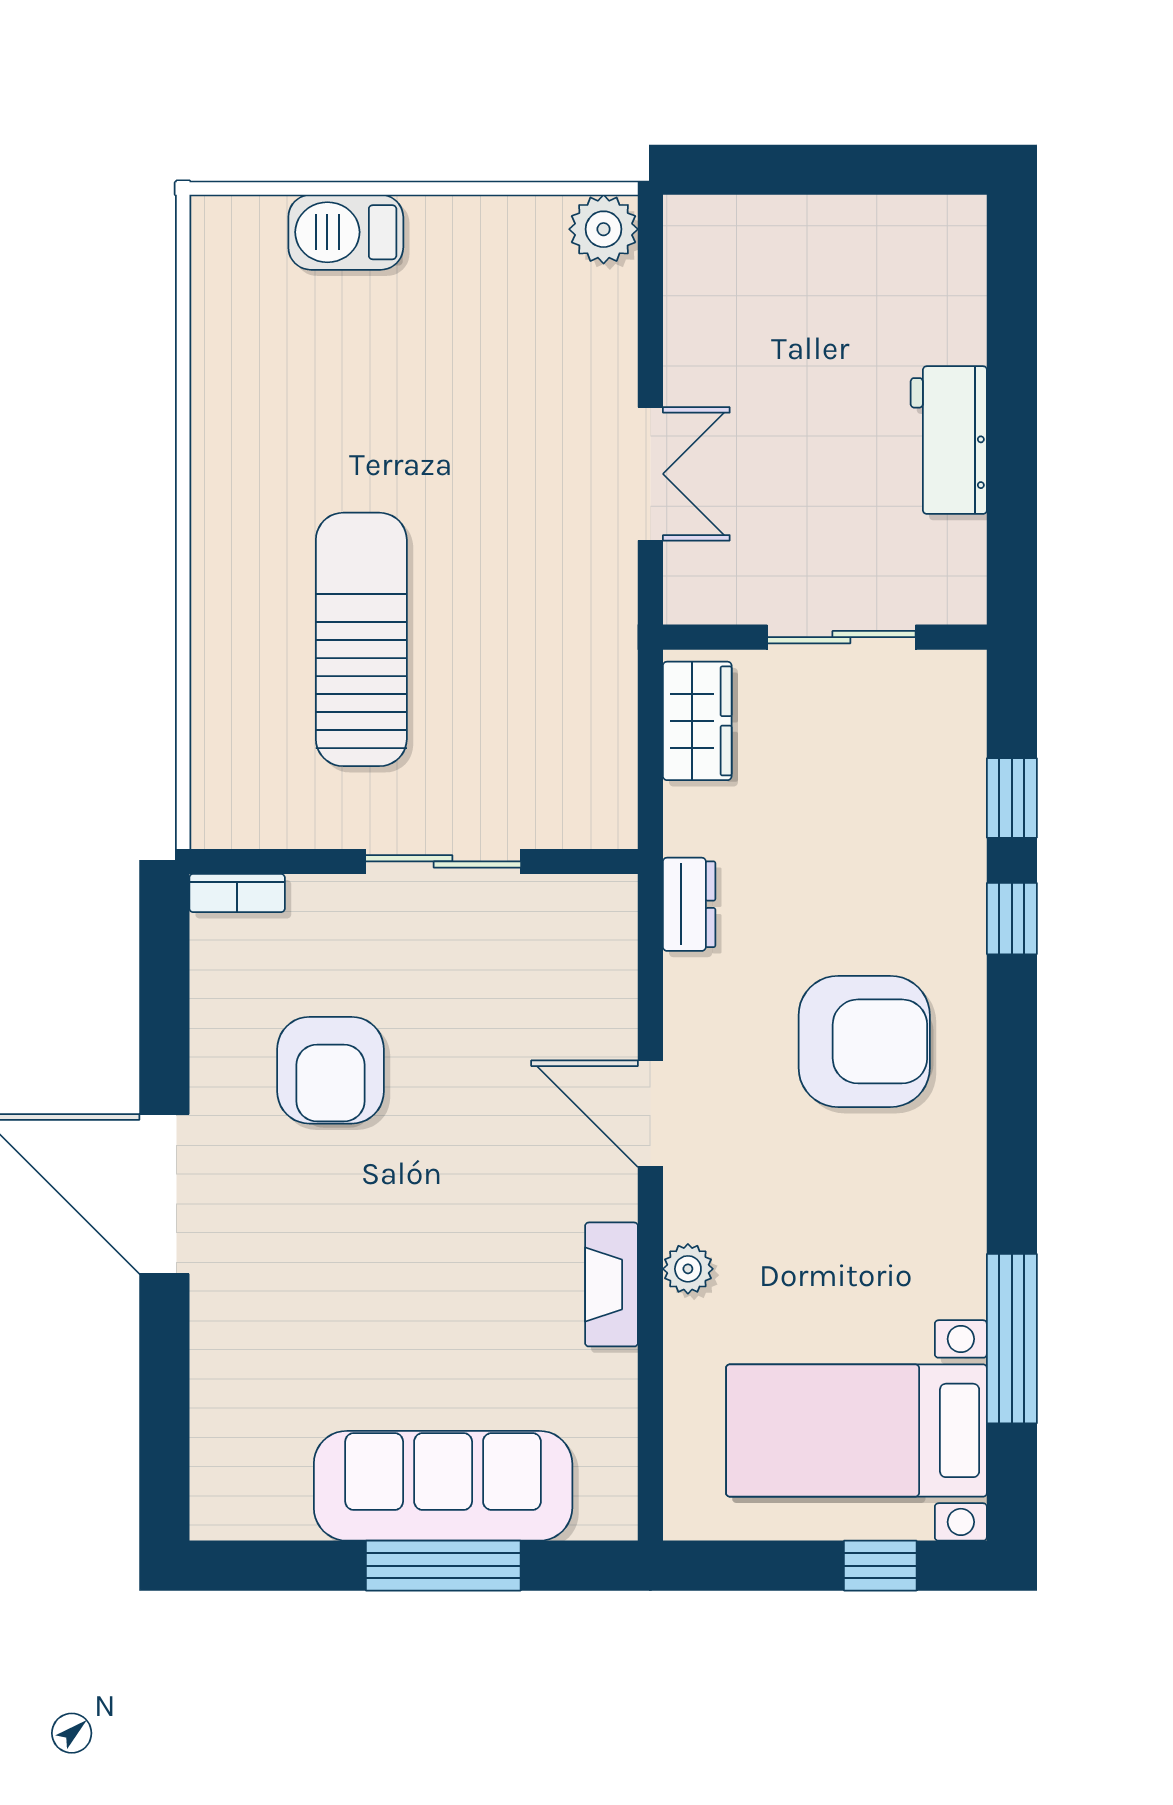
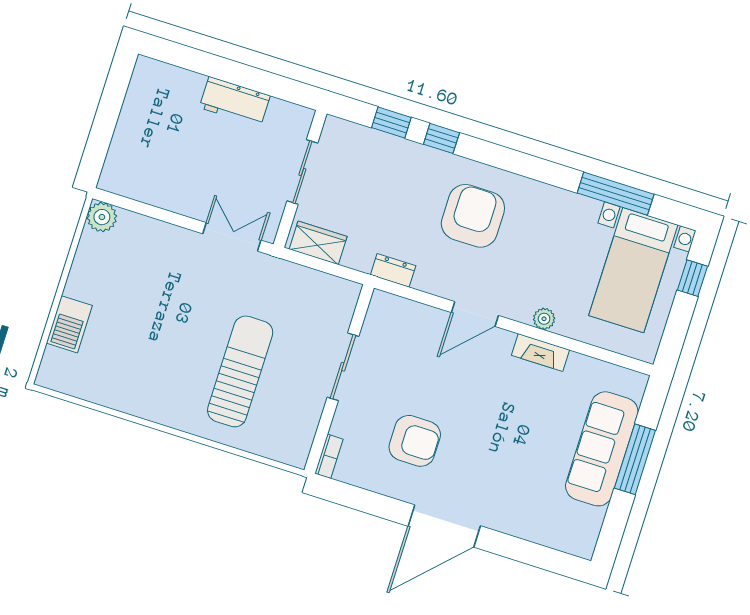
double door: (650, 474) -> (232, 237), moved
sun lounger: (361, 639) -> (240, 371), turned 90

